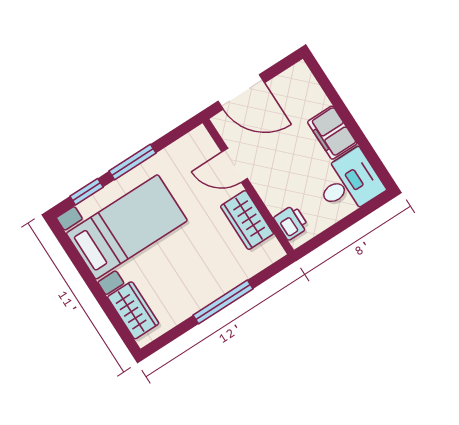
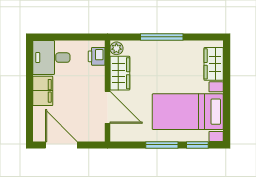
door: (241, 92) -> (61, 145), moved
door: (235, 165) -> (107, 107), width x1.38
plant: (272, 249) -> (116, 48), added

